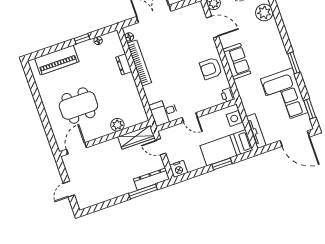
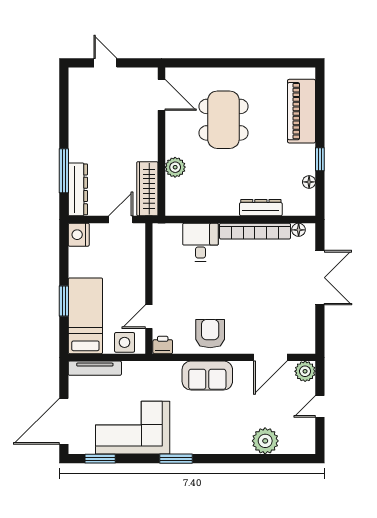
dresser: (124, 64) -> (261, 208), width x1.44
desk: (164, 112) -> (200, 242), moved
door: (190, 117) -> (149, 317), moved

